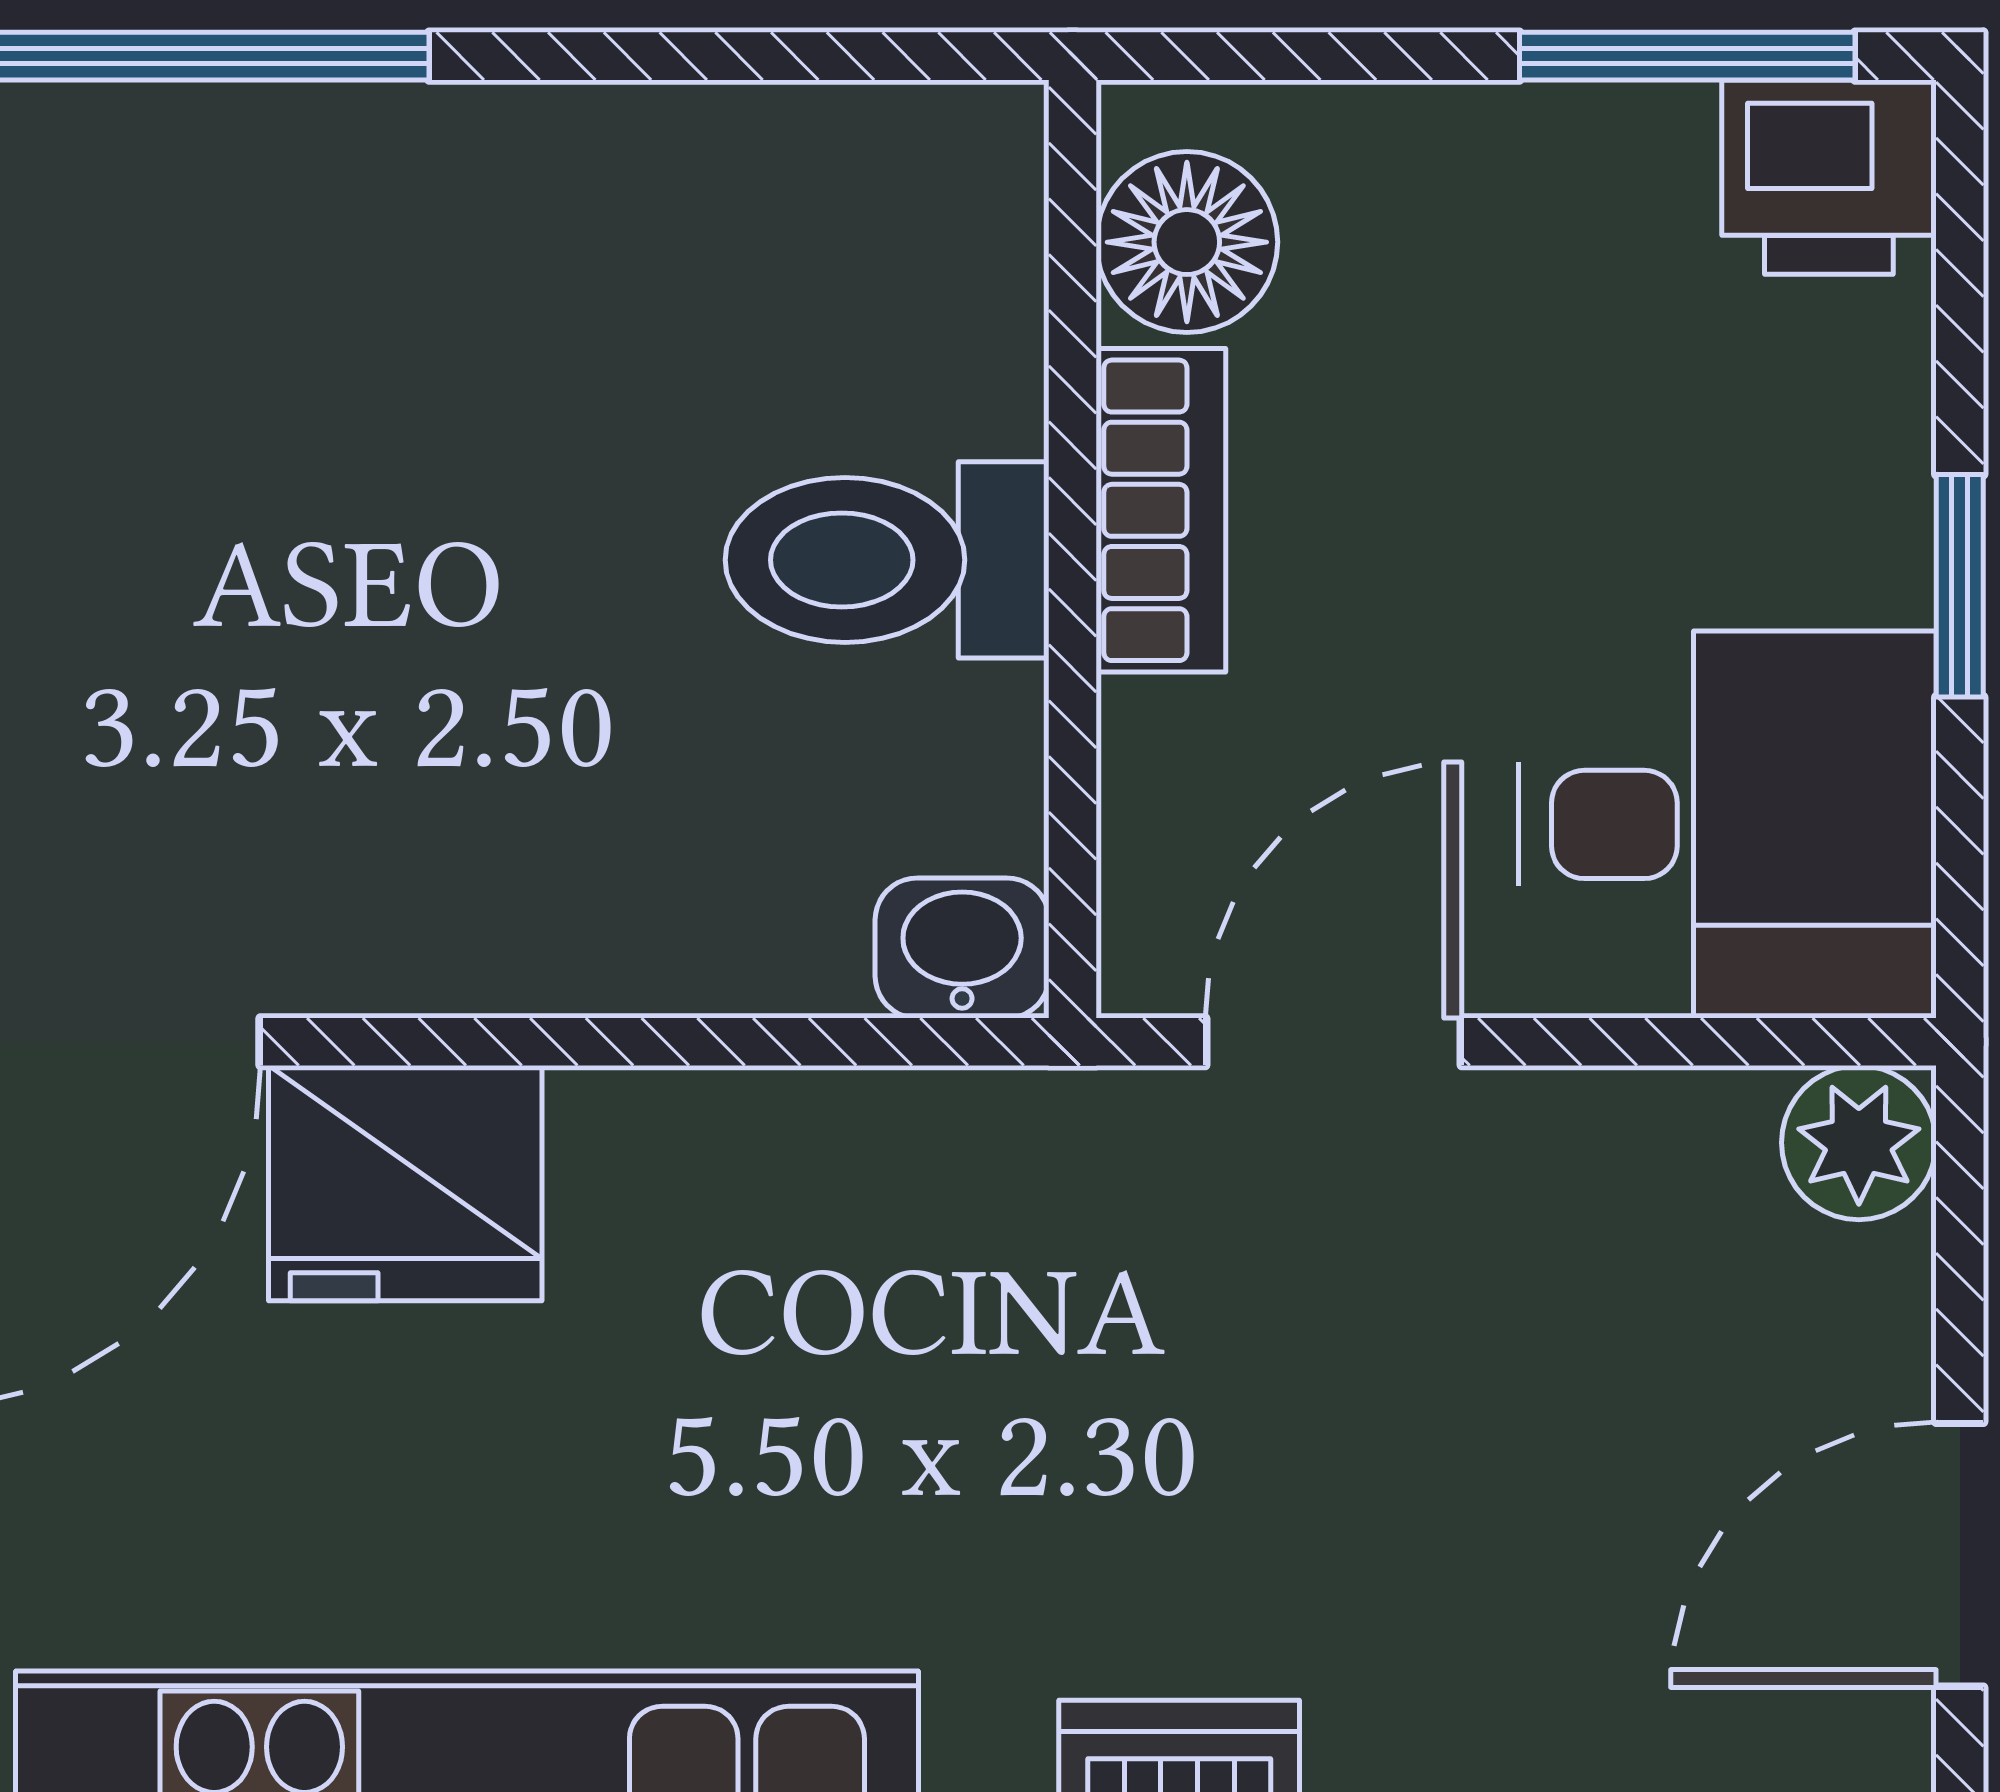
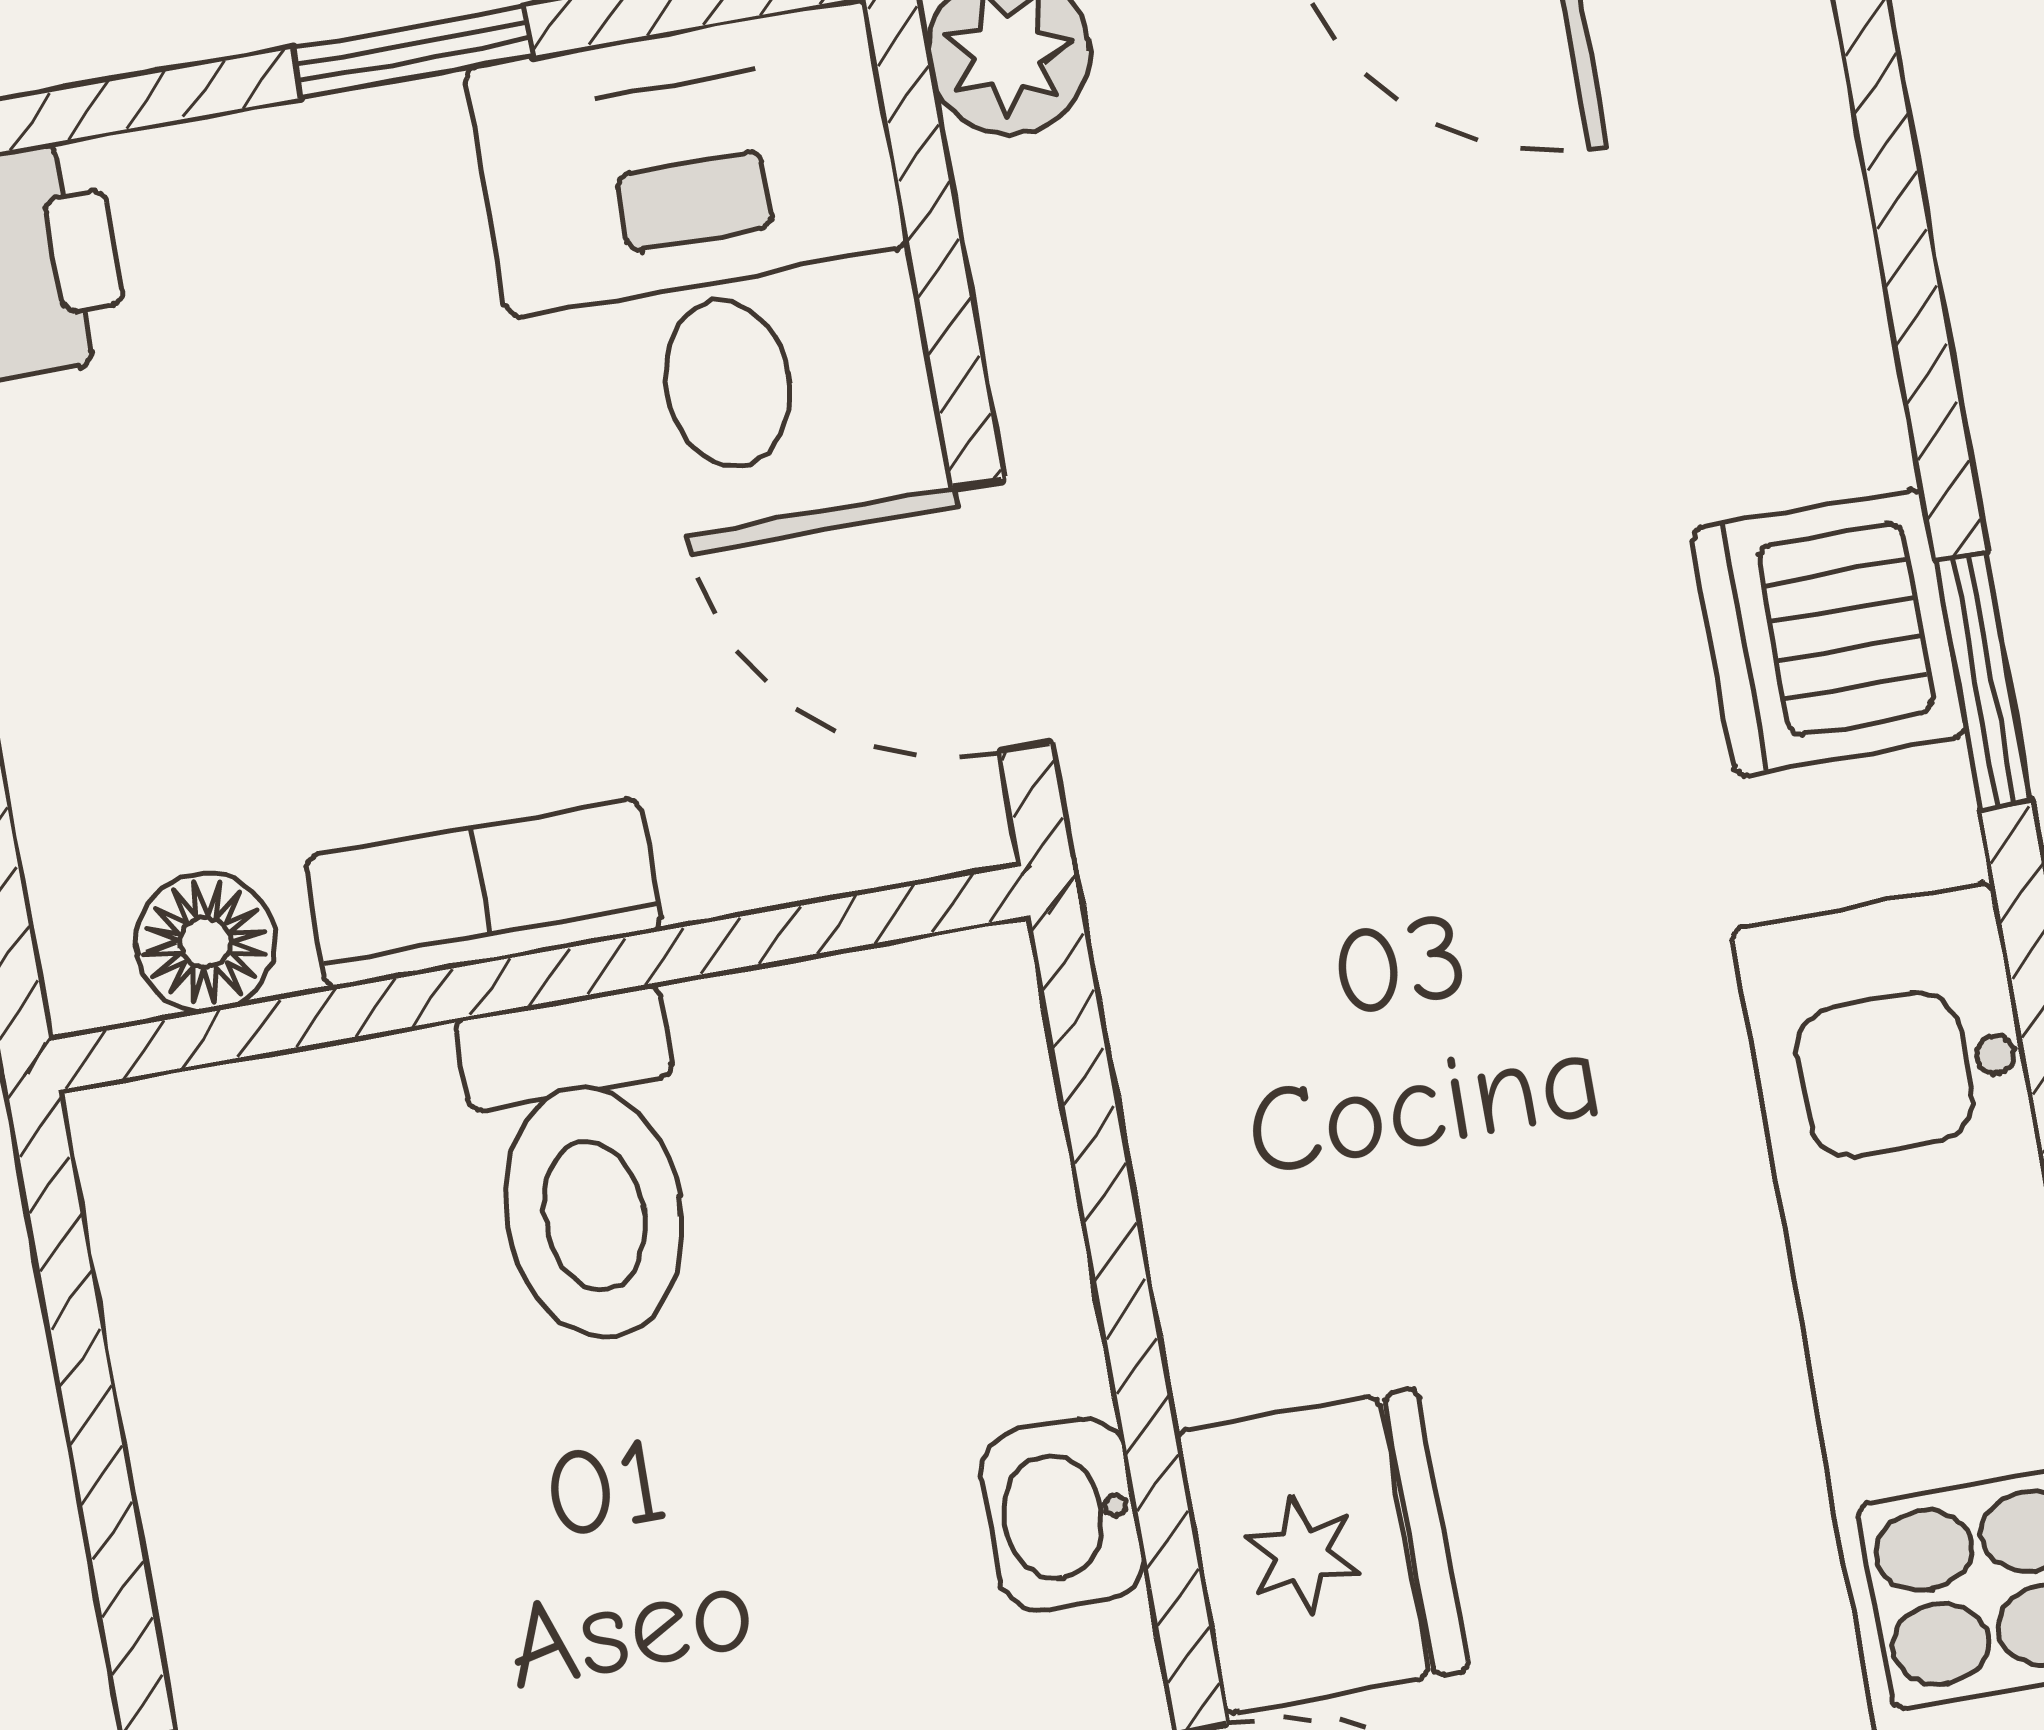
floor lamp: (1187, 242) -> (205, 942), width x0.73, depth x0.73
washbasin: (962, 948) -> (1063, 1515), moved

